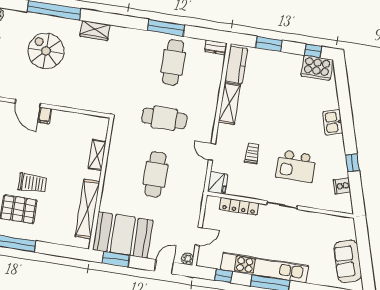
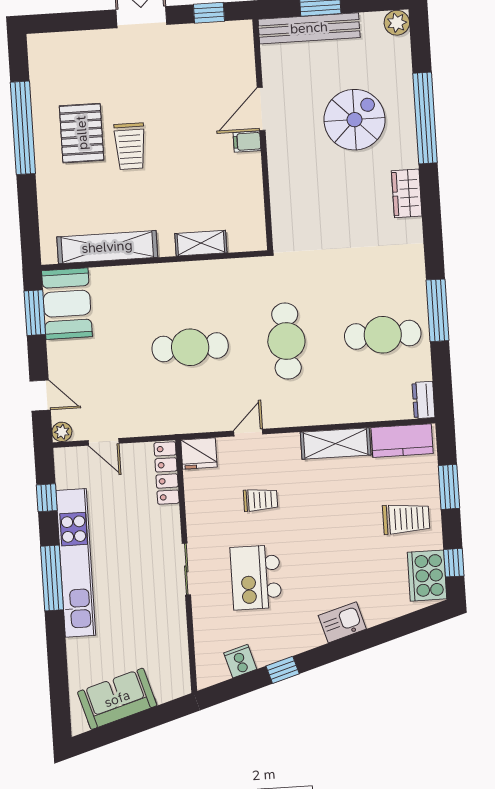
trolley: (282, 73) -> (406, 519), added
locker: (239, 206) -> (167, 473), moved
booth: (123, 235) -> (67, 304), width x0.73, depth x0.70

